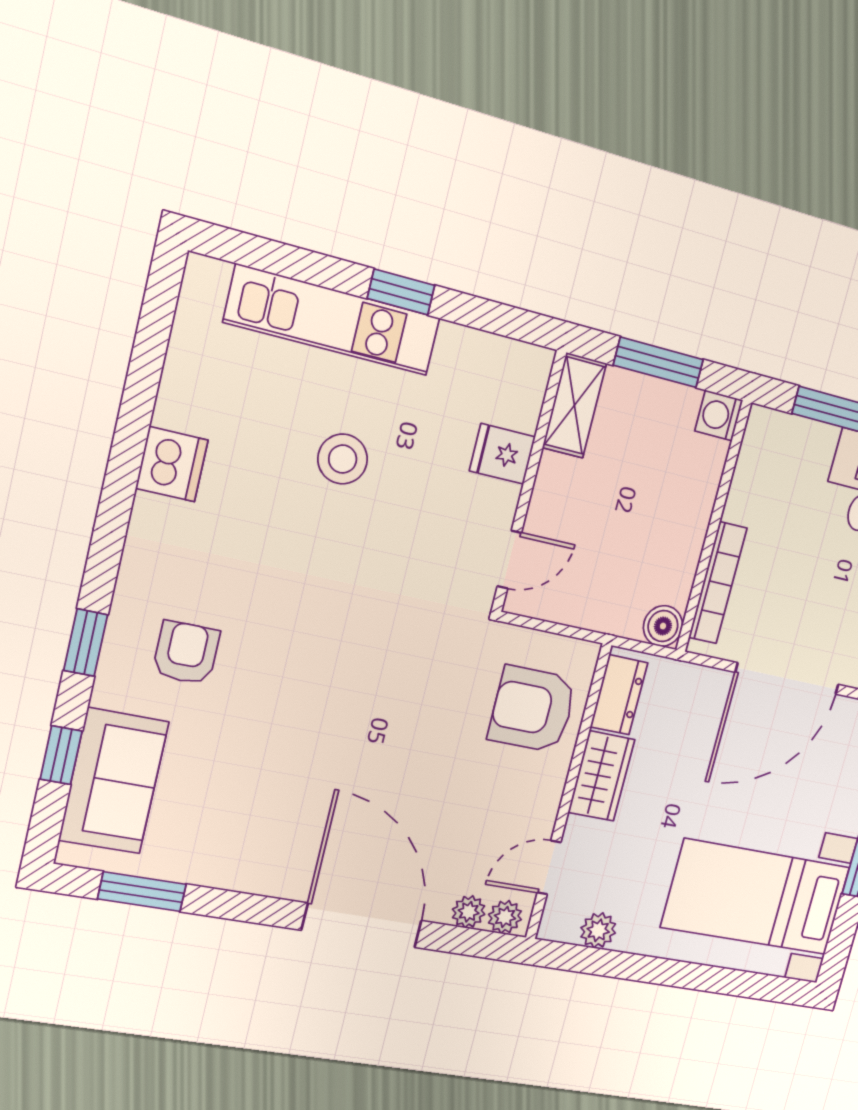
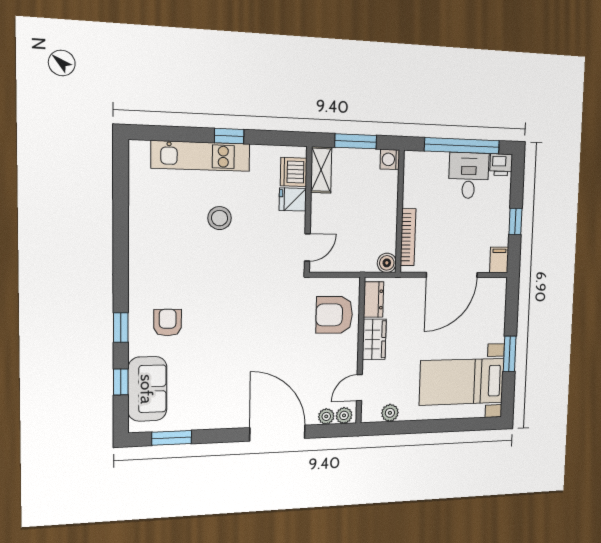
dishwasher: (172, 464) -> (294, 172), moved, turned 180

